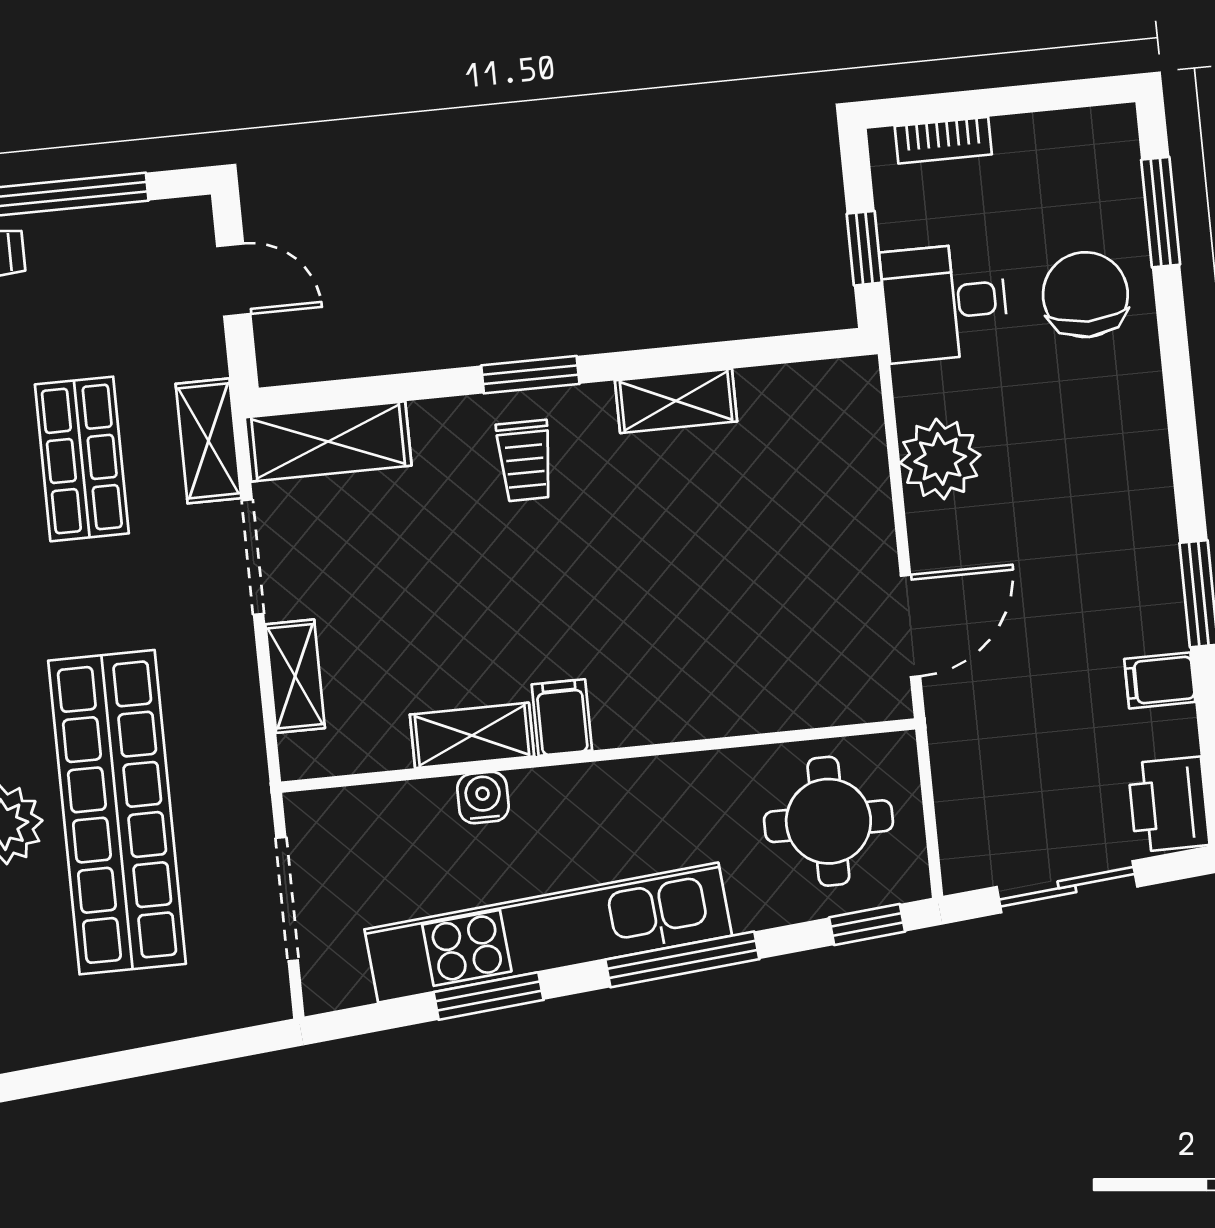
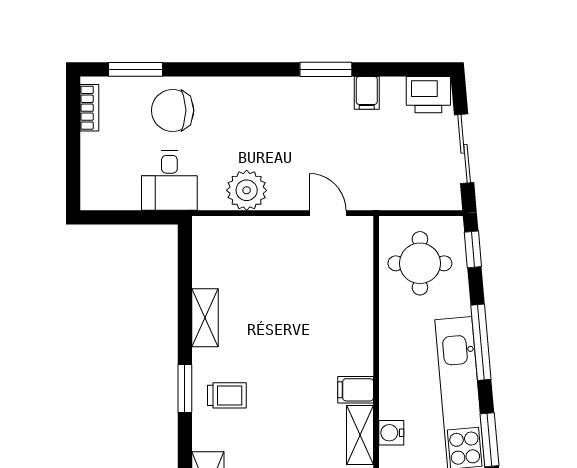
bookcase: (943, 140) -> (89, 108), moved
window: (864, 248) -> (139, 217), removed
door: (911, 626) -> (328, 213), width x0.73

